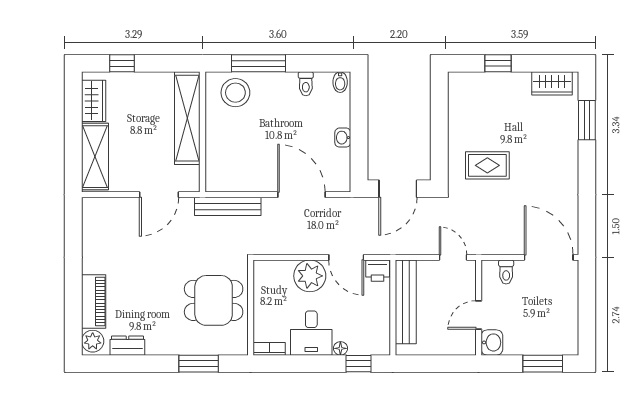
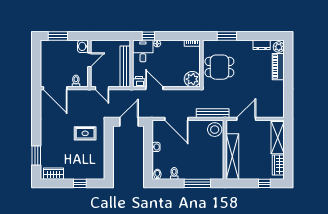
stool: (235, 93) -> (215, 130), moved
plant: (310, 276) -> (192, 79), moved
desk: (311, 333) -> (143, 51), moved

